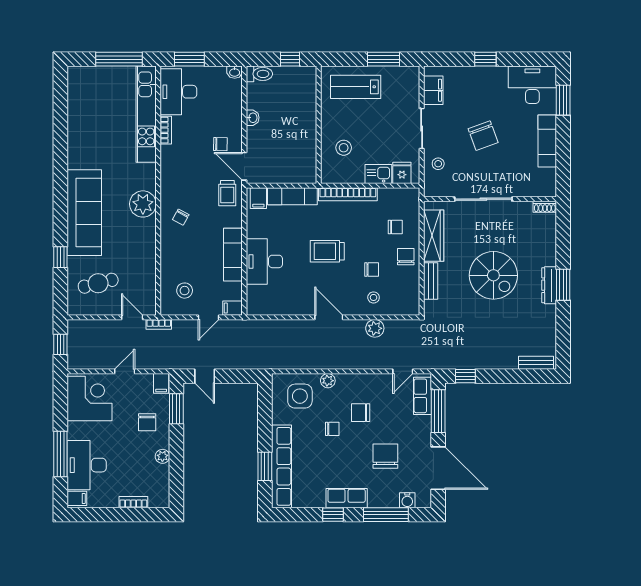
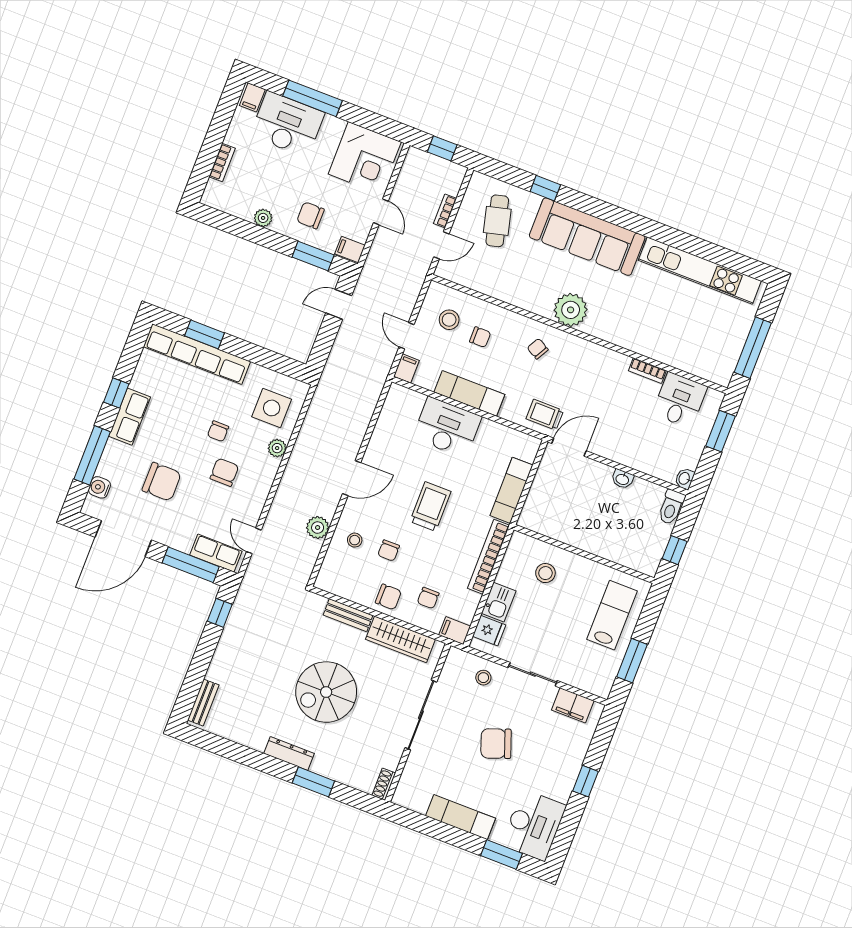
desk: (178, 92) -> (680, 400), width x0.73
kitchen unit: (146, 114) -> (700, 271), moved, turned 180
chair: (220, 144) -> (480, 337), moved, turned -91
filing cabinet: (258, 198) -> (455, 631), moved
window: (563, 285) -> (313, 782), moved
bookcase: (159, 324) -> (445, 211), moved

